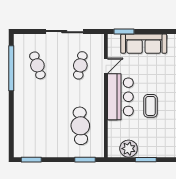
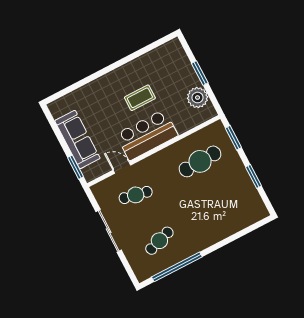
window: (31, 160) -> (253, 176), moved

